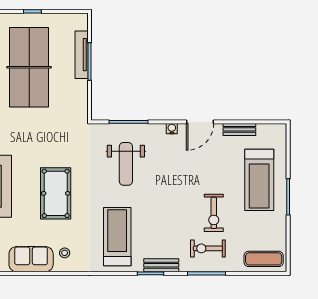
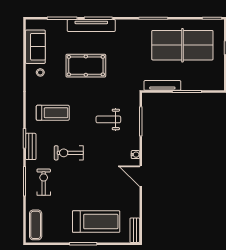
tv unit: (82, 55) -> (162, 85), moved
bench: (239, 129) -> (135, 230), moved
weight bench: (126, 164) -> (108, 119), width x0.73, depth x0.75
treadmill: (259, 180) -> (96, 222), turned 180
exercise bike: (214, 213) -> (69, 153), moved
treadmill: (117, 237) -> (53, 113), width x0.73, depth x0.73

